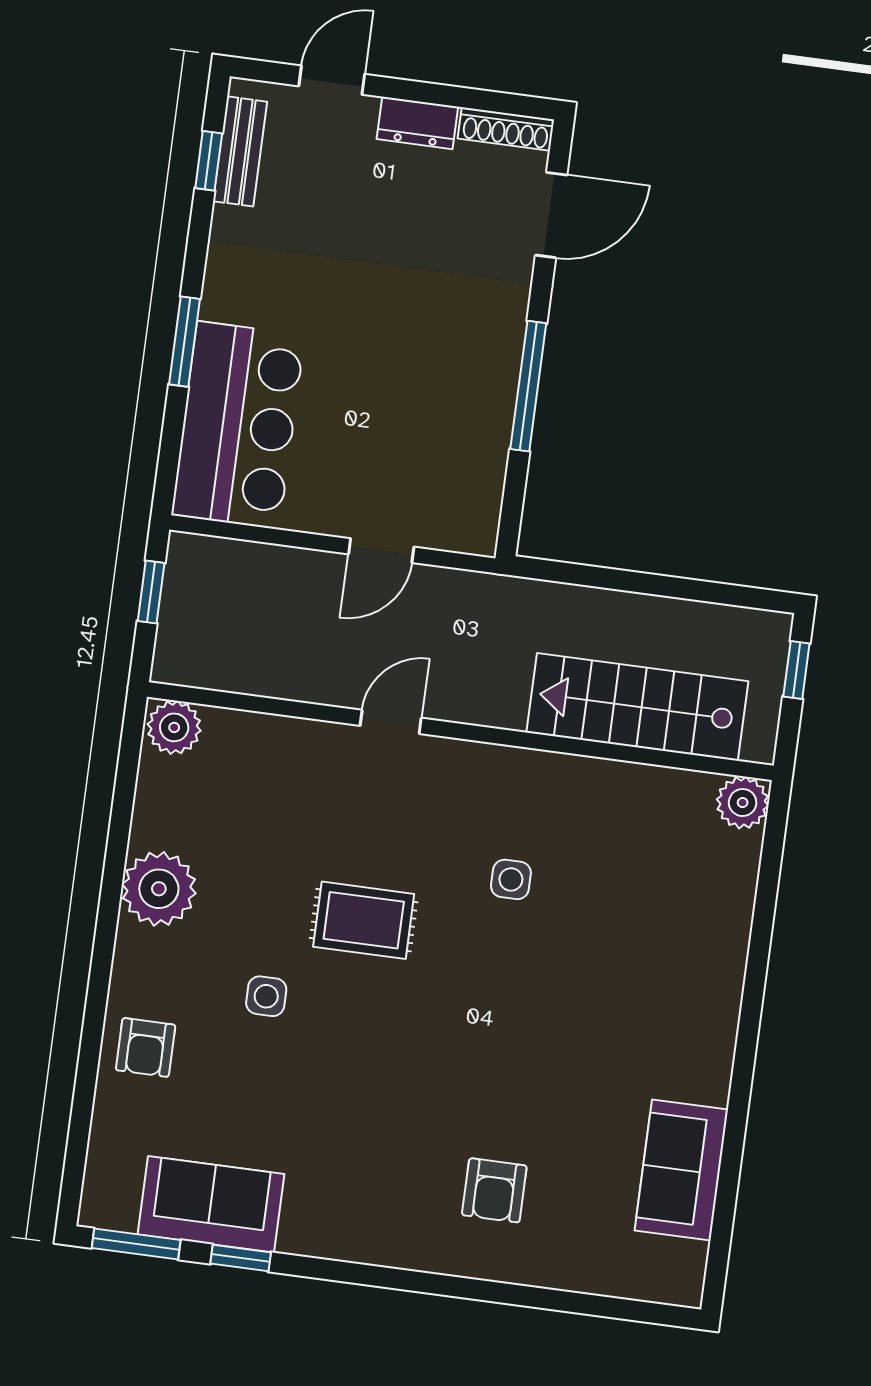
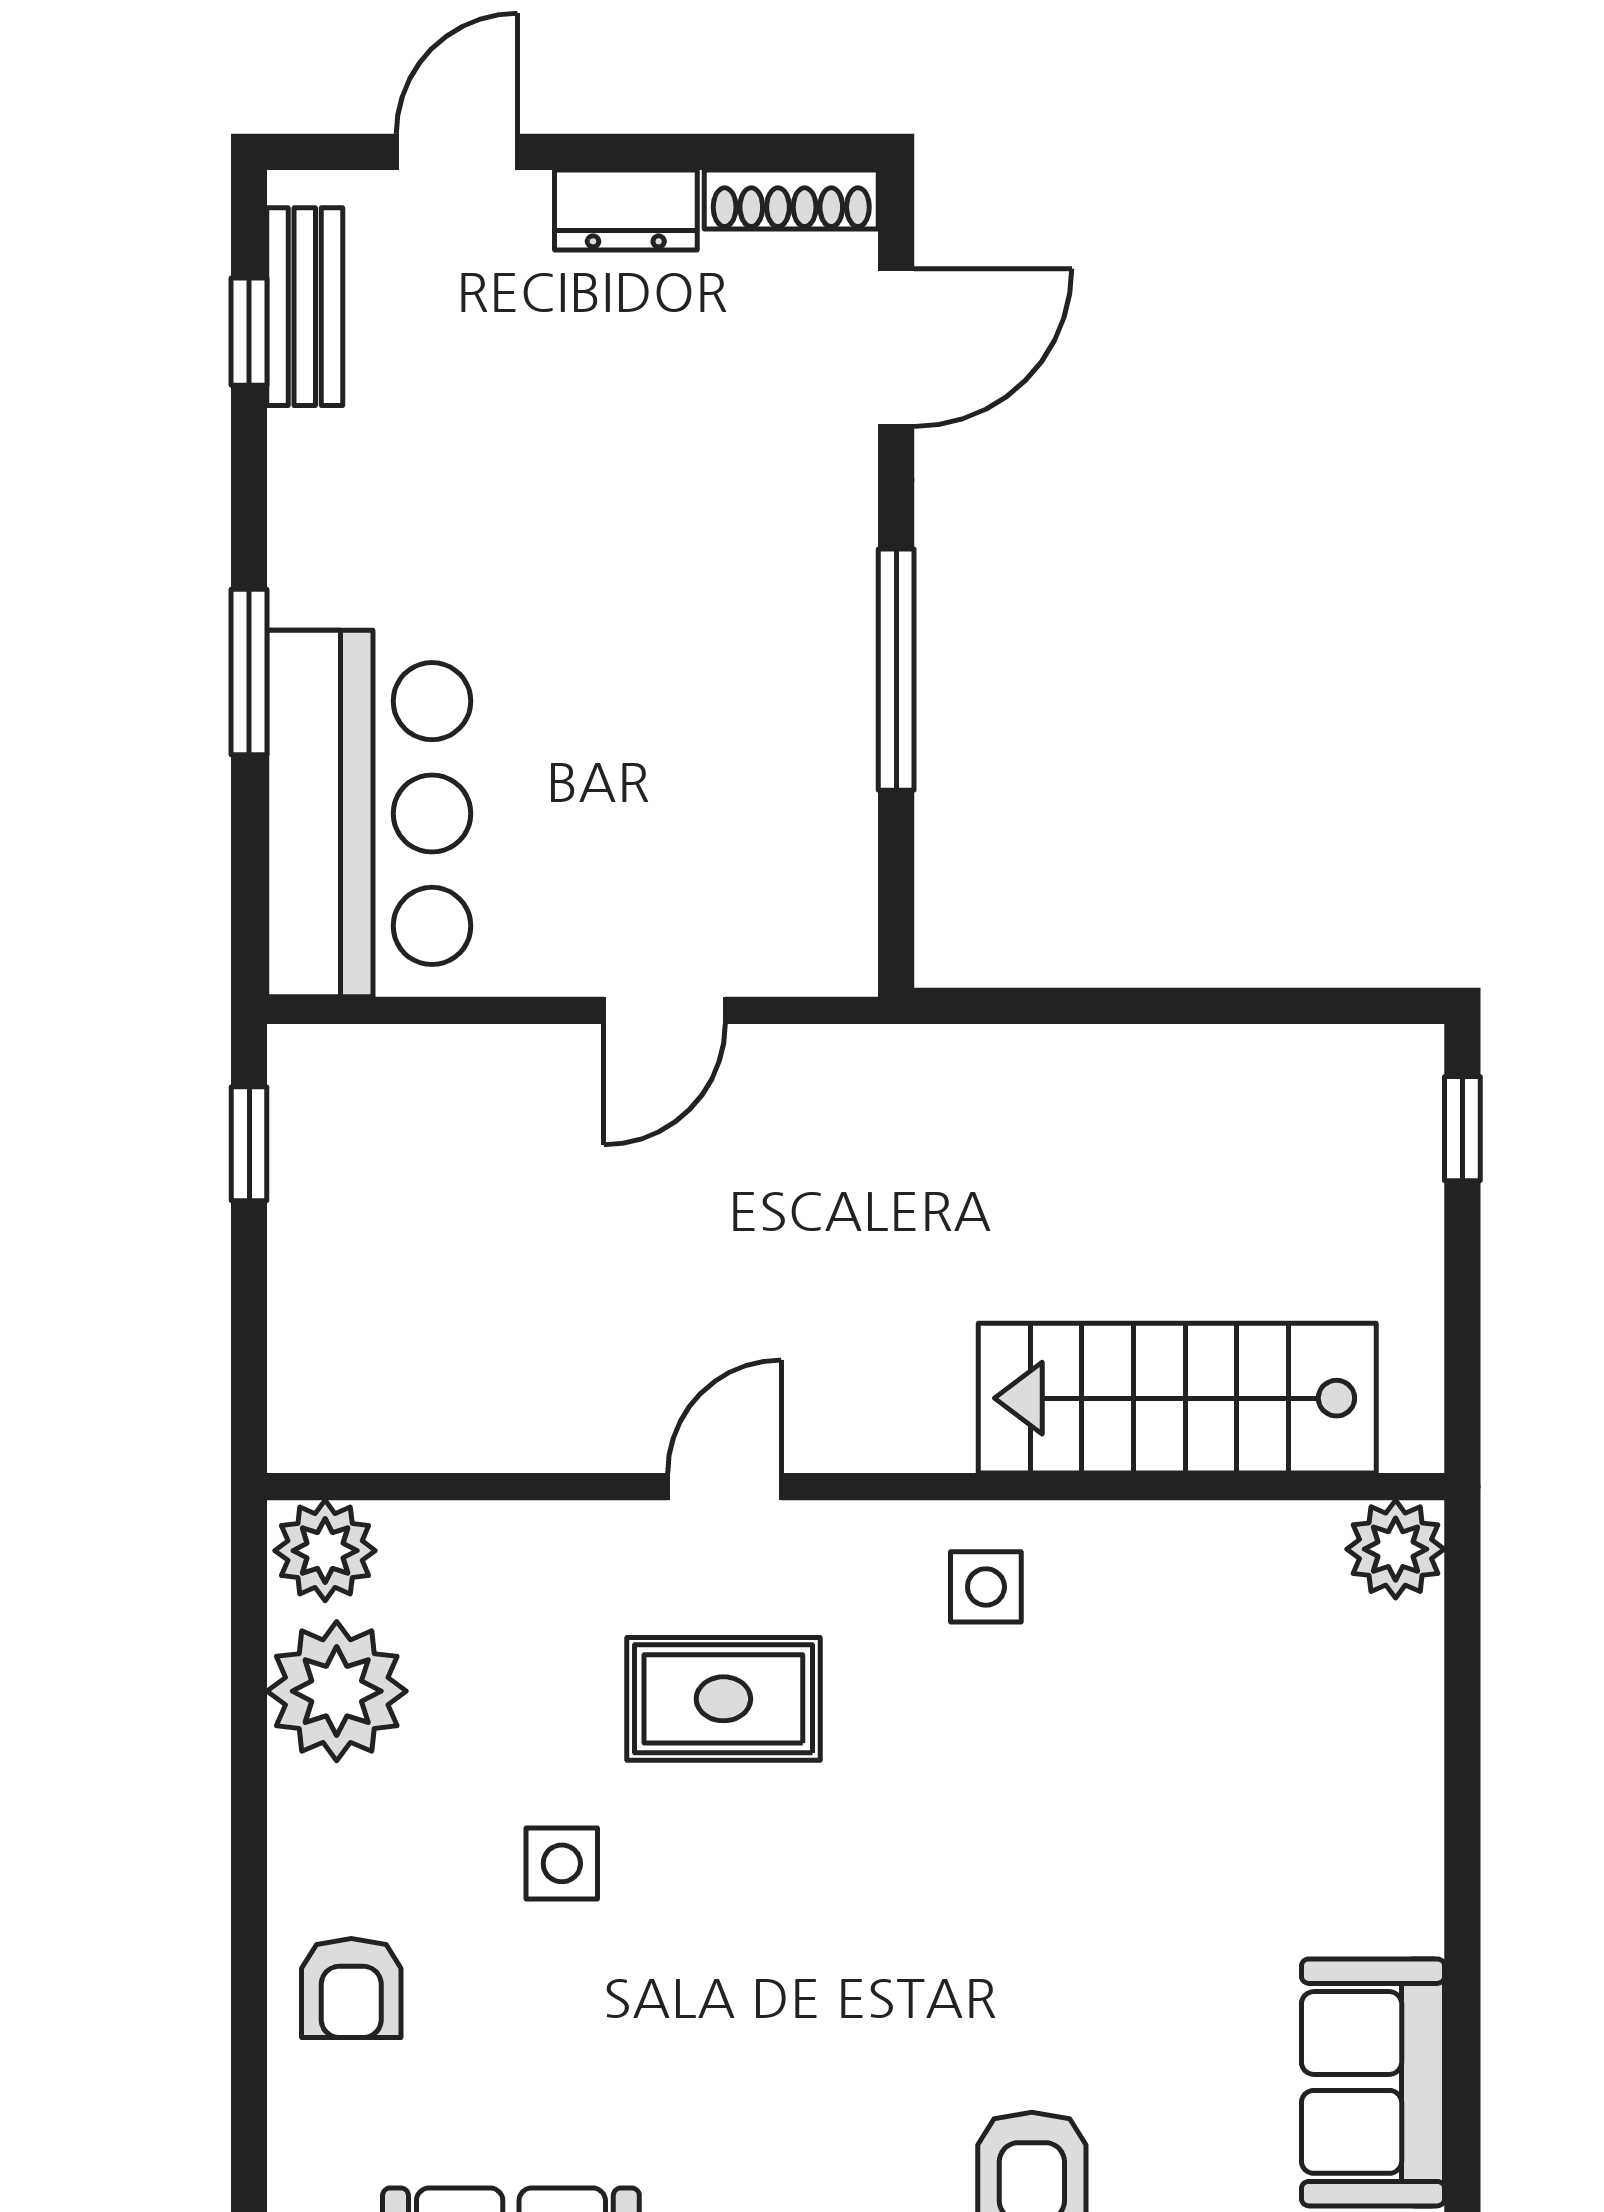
stairs: (637, 707) -> (1177, 1398), moved
door: (391, 722) -> (724, 1487), moved
plant: (174, 727) -> (325, 1551), moved
wall: (460, 731) -> (856, 1487), moved
plant: (743, 803) -> (1396, 1549), moved

